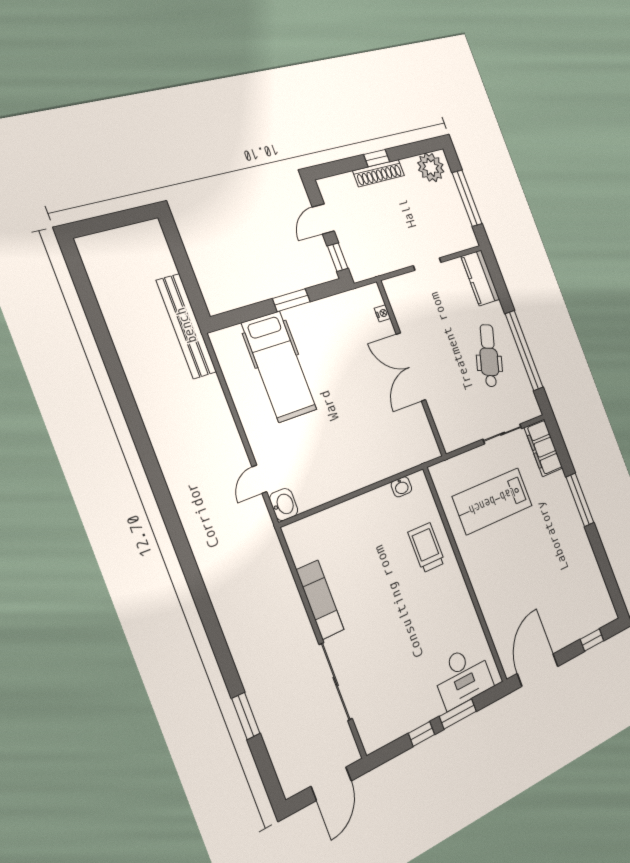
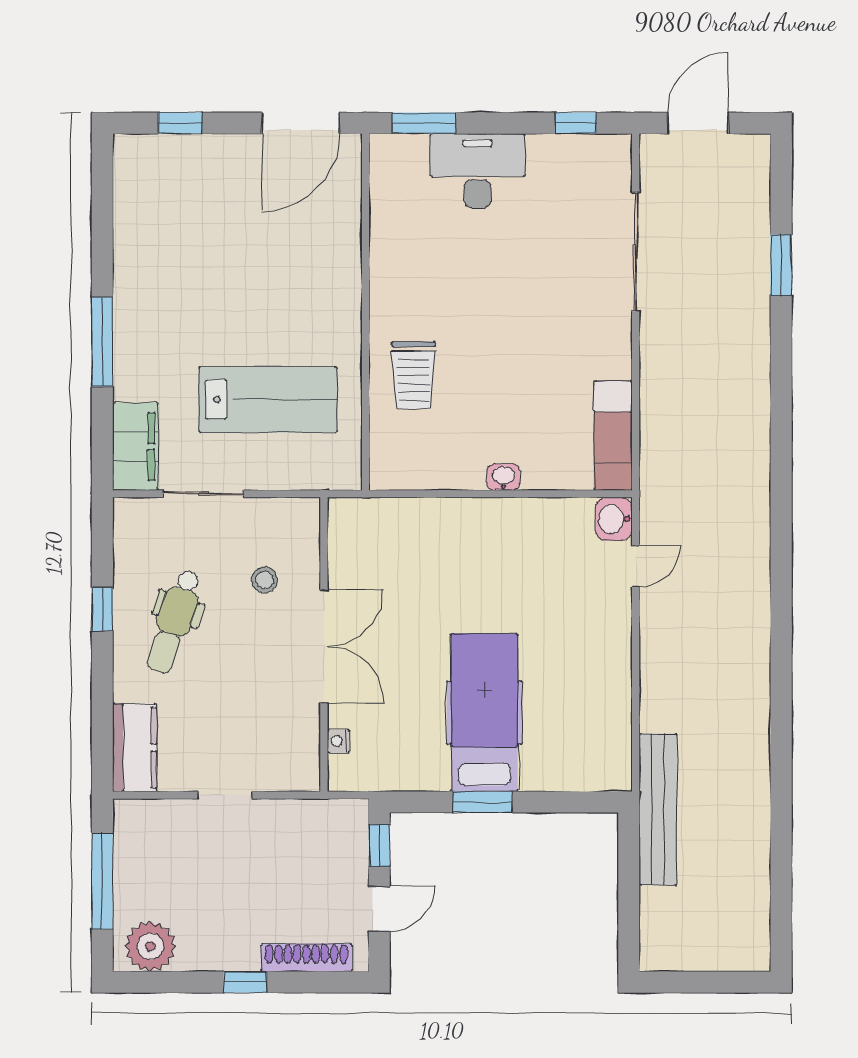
shoe rack: (379, 173) -> (306, 958), moved
window: (524, 350) -> (102, 609), width x0.32
hospital bed: (279, 366) -> (484, 713), moved
stool: (455, 395) -> (264, 580), added
washbasin: (401, 487) -> (503, 477), moved
exam couch: (320, 600) -> (613, 436), moved
desk: (463, 676) -> (477, 171), moved
window: (458, 714) -> (424, 123), moved
window: (421, 734) -> (576, 123), moved

